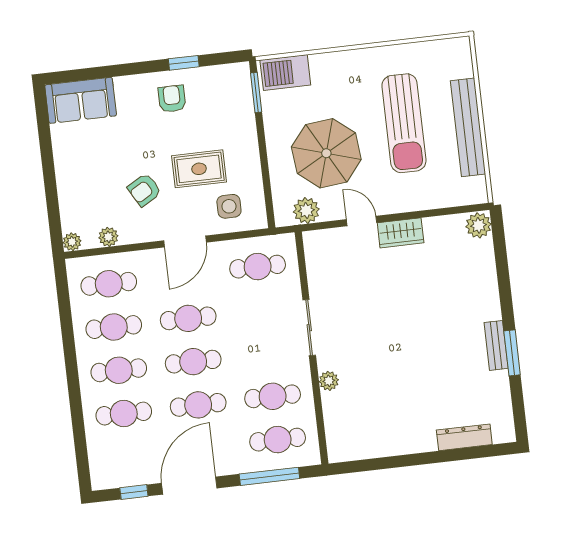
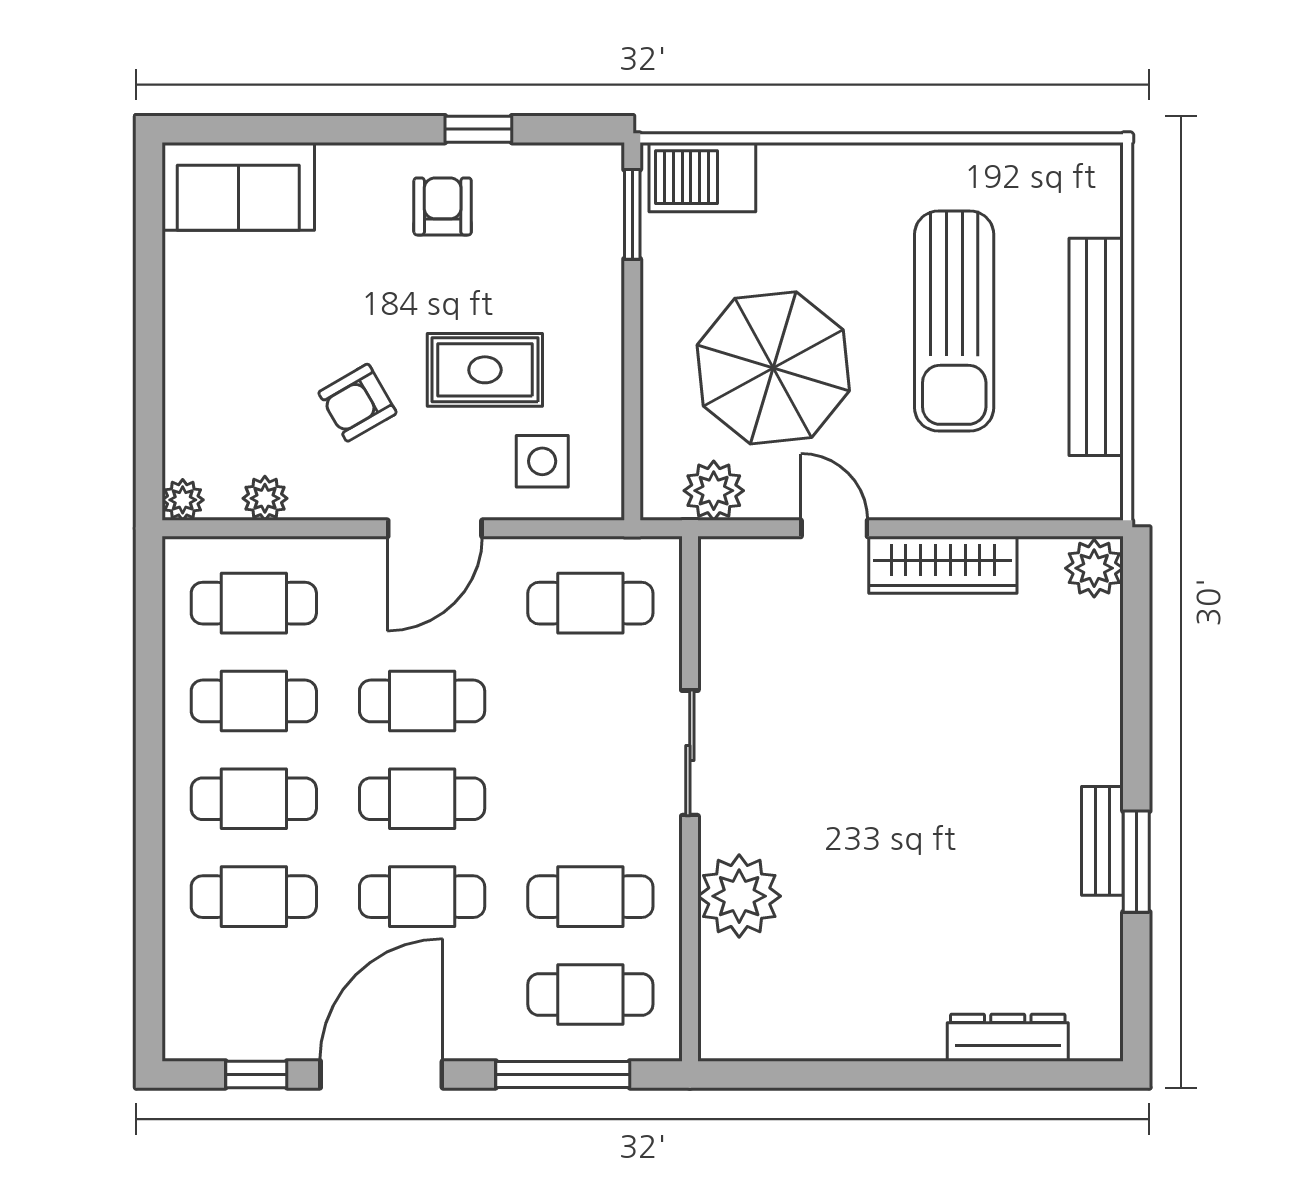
wardrobe: (401, 233) -> (943, 565), width x1.50
plant: (329, 381) -> (739, 896), width x1.88, depth x1.88

